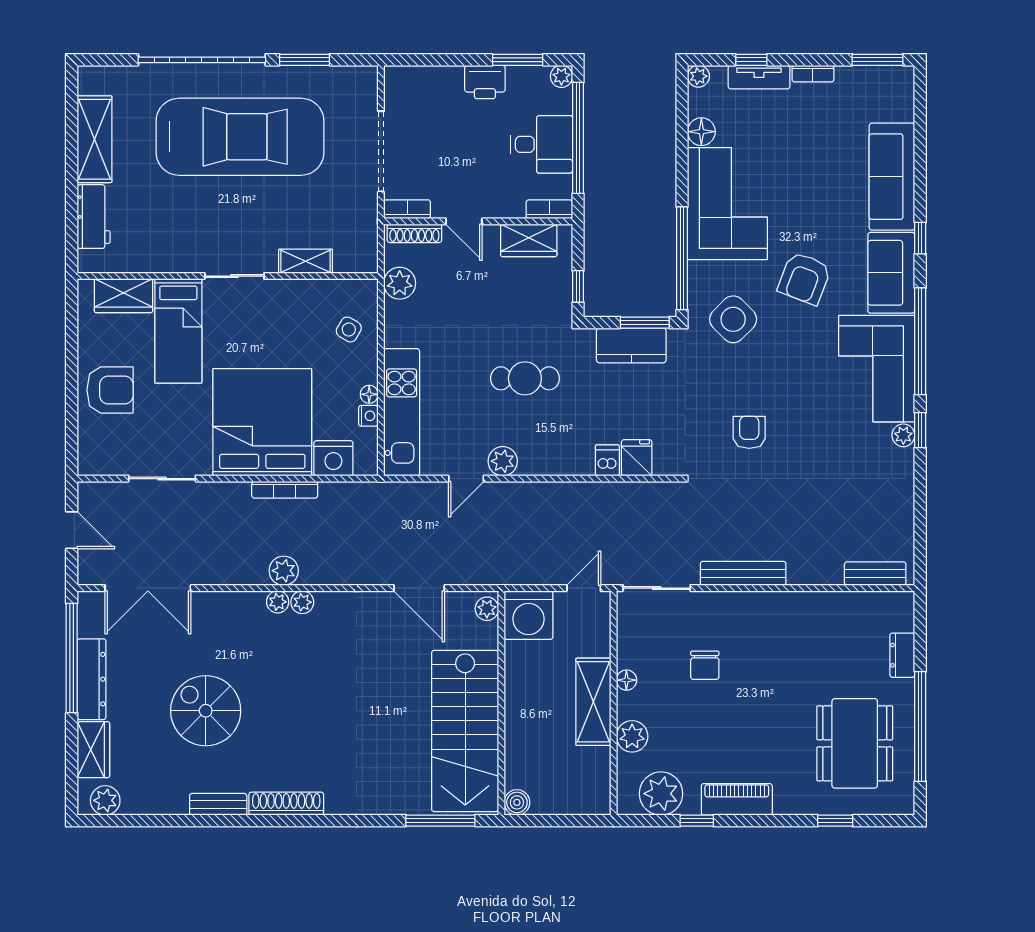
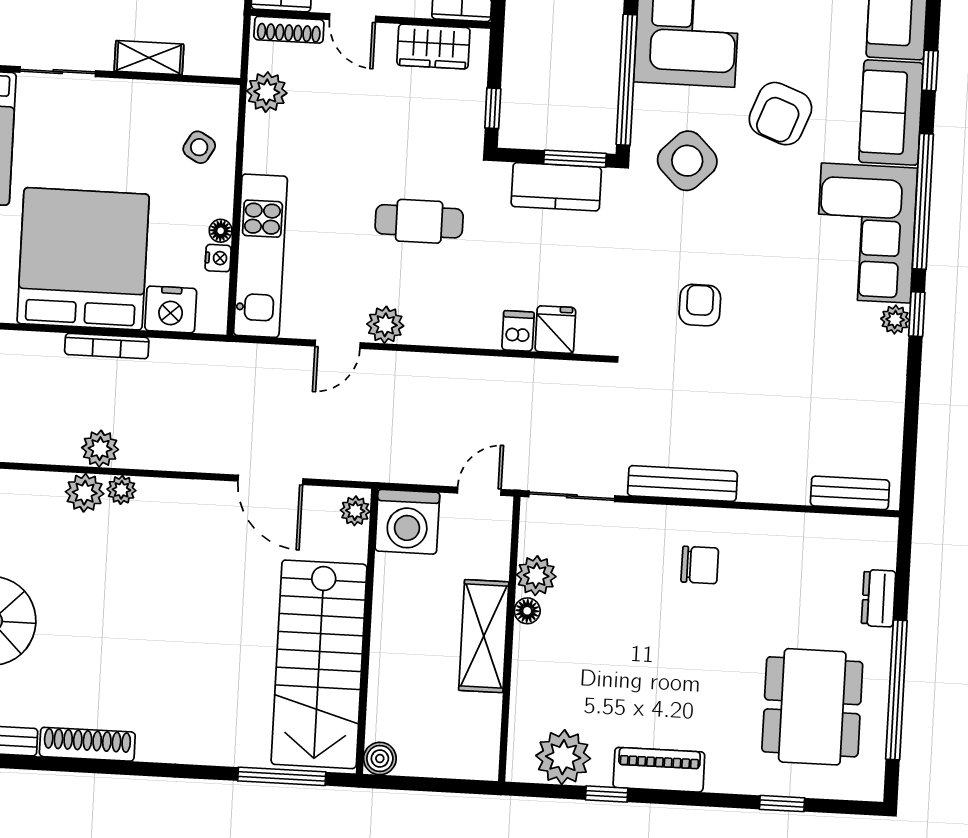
plant: (278, 602) -> (85, 493), width x1.38, depth x1.38
chair: (705, 665) -> (700, 565), moved, turned -90
plant: (632, 736) -> (536, 576), moved

